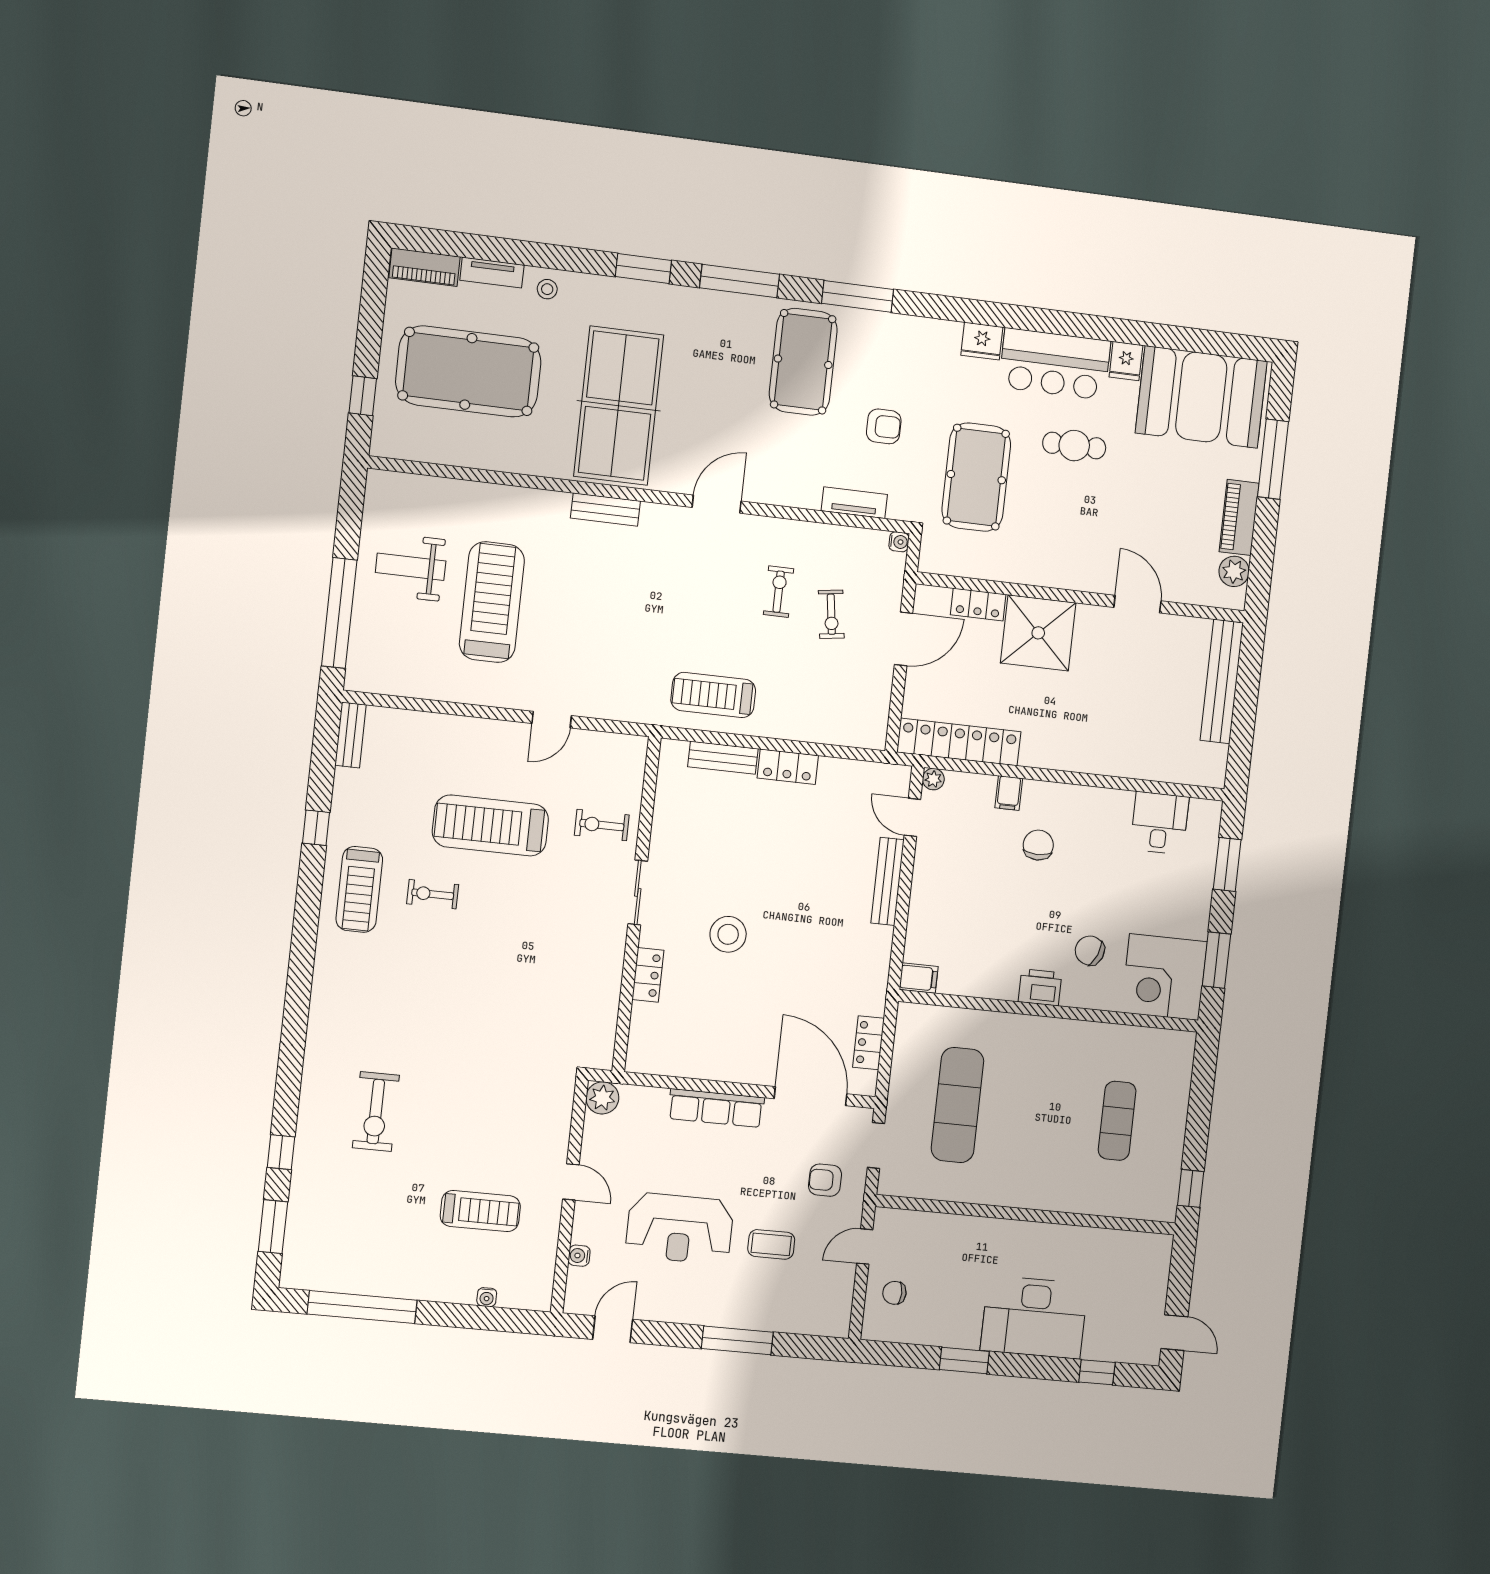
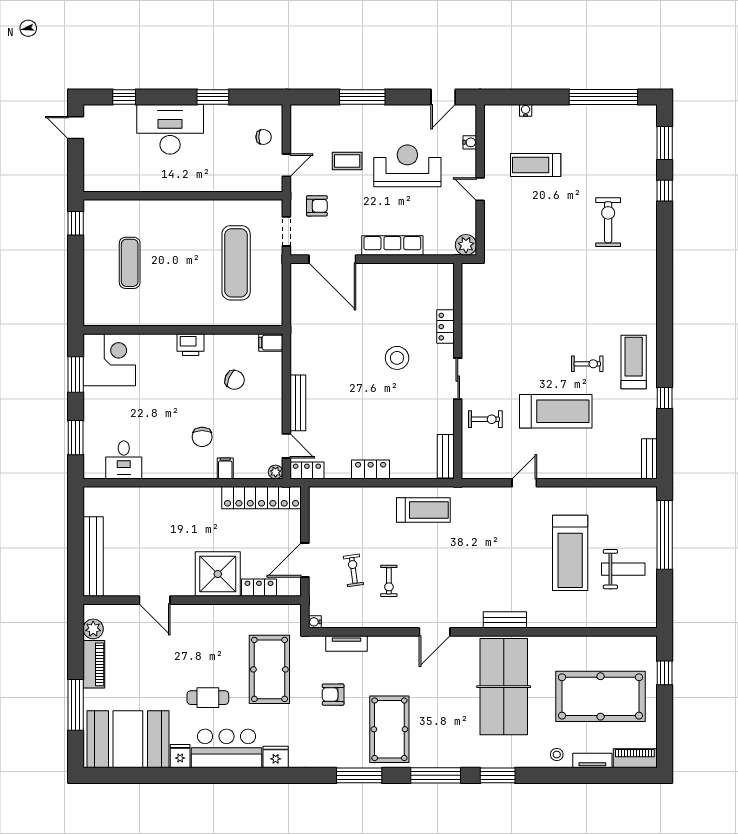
bench: (723, 758) -> (446, 456), moved, turned 90
chair: (1090, 950) -> (235, 380), moved
locker: (869, 1043) -> (307, 470), moved, turned -90

